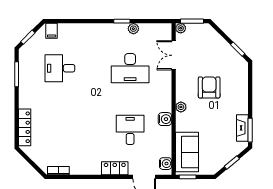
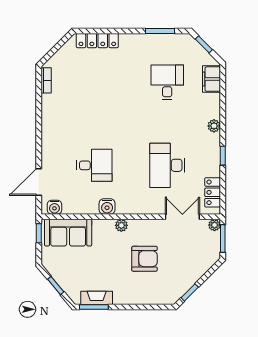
plant: (133, 29) -> (214, 126), moved
filing cabinet: (52, 31) -> (212, 79), width x2.00
locker: (115, 168) -> (213, 192), moved, turned 180

